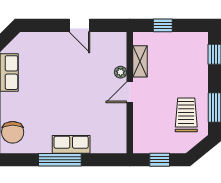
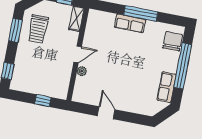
shelving: (140, 61) -> (76, 18), moved

